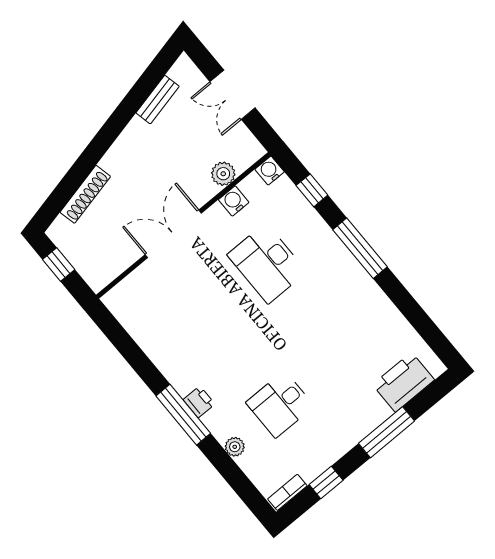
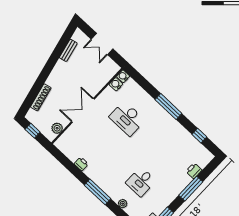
plant: (223, 174) -> (57, 128), moved
window: (312, 190) -> (199, 136), moved
water cooler: (234, 201) -> (116, 84), moved
printer: (403, 382) -> (194, 171), width x0.53, depth x0.68
printer: (199, 402) -> (81, 164), moved

